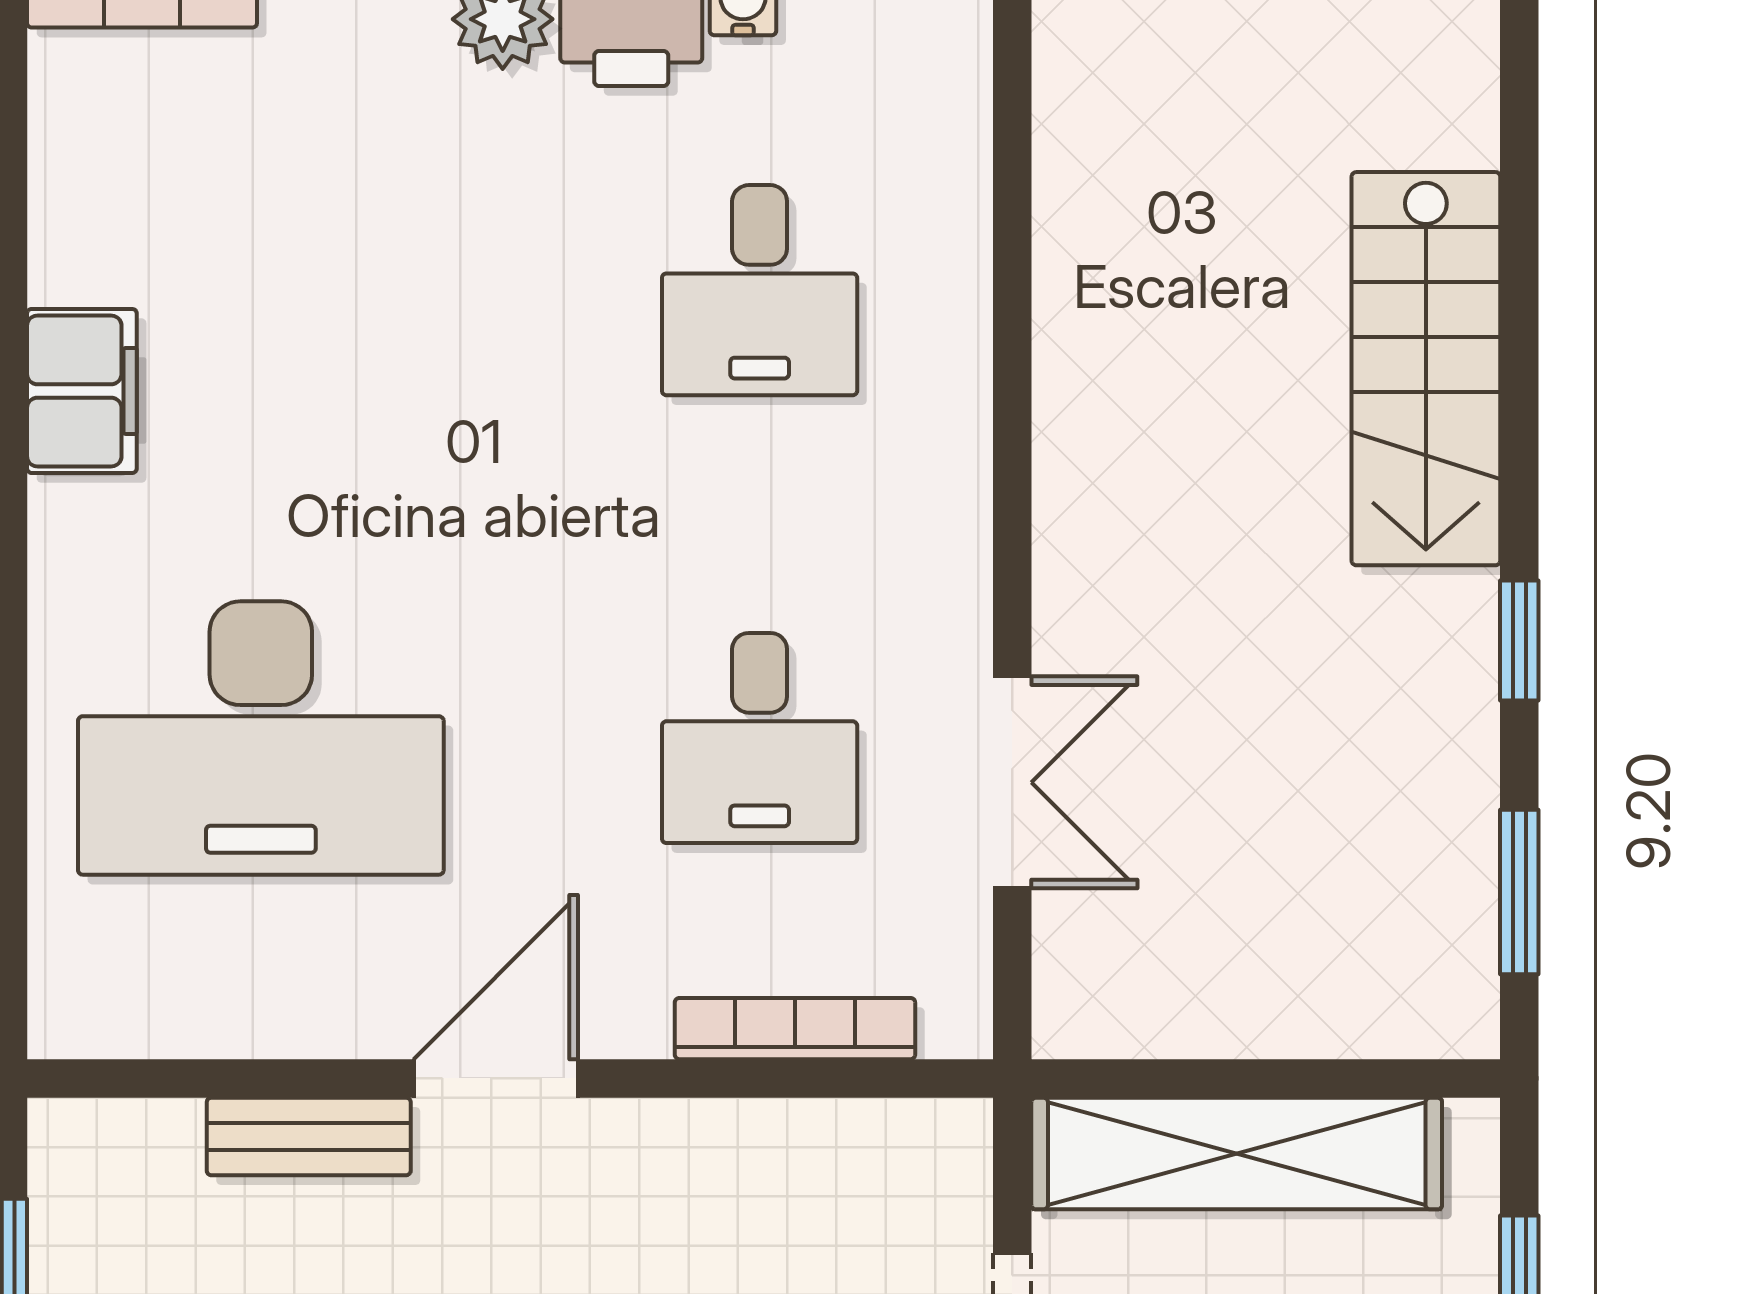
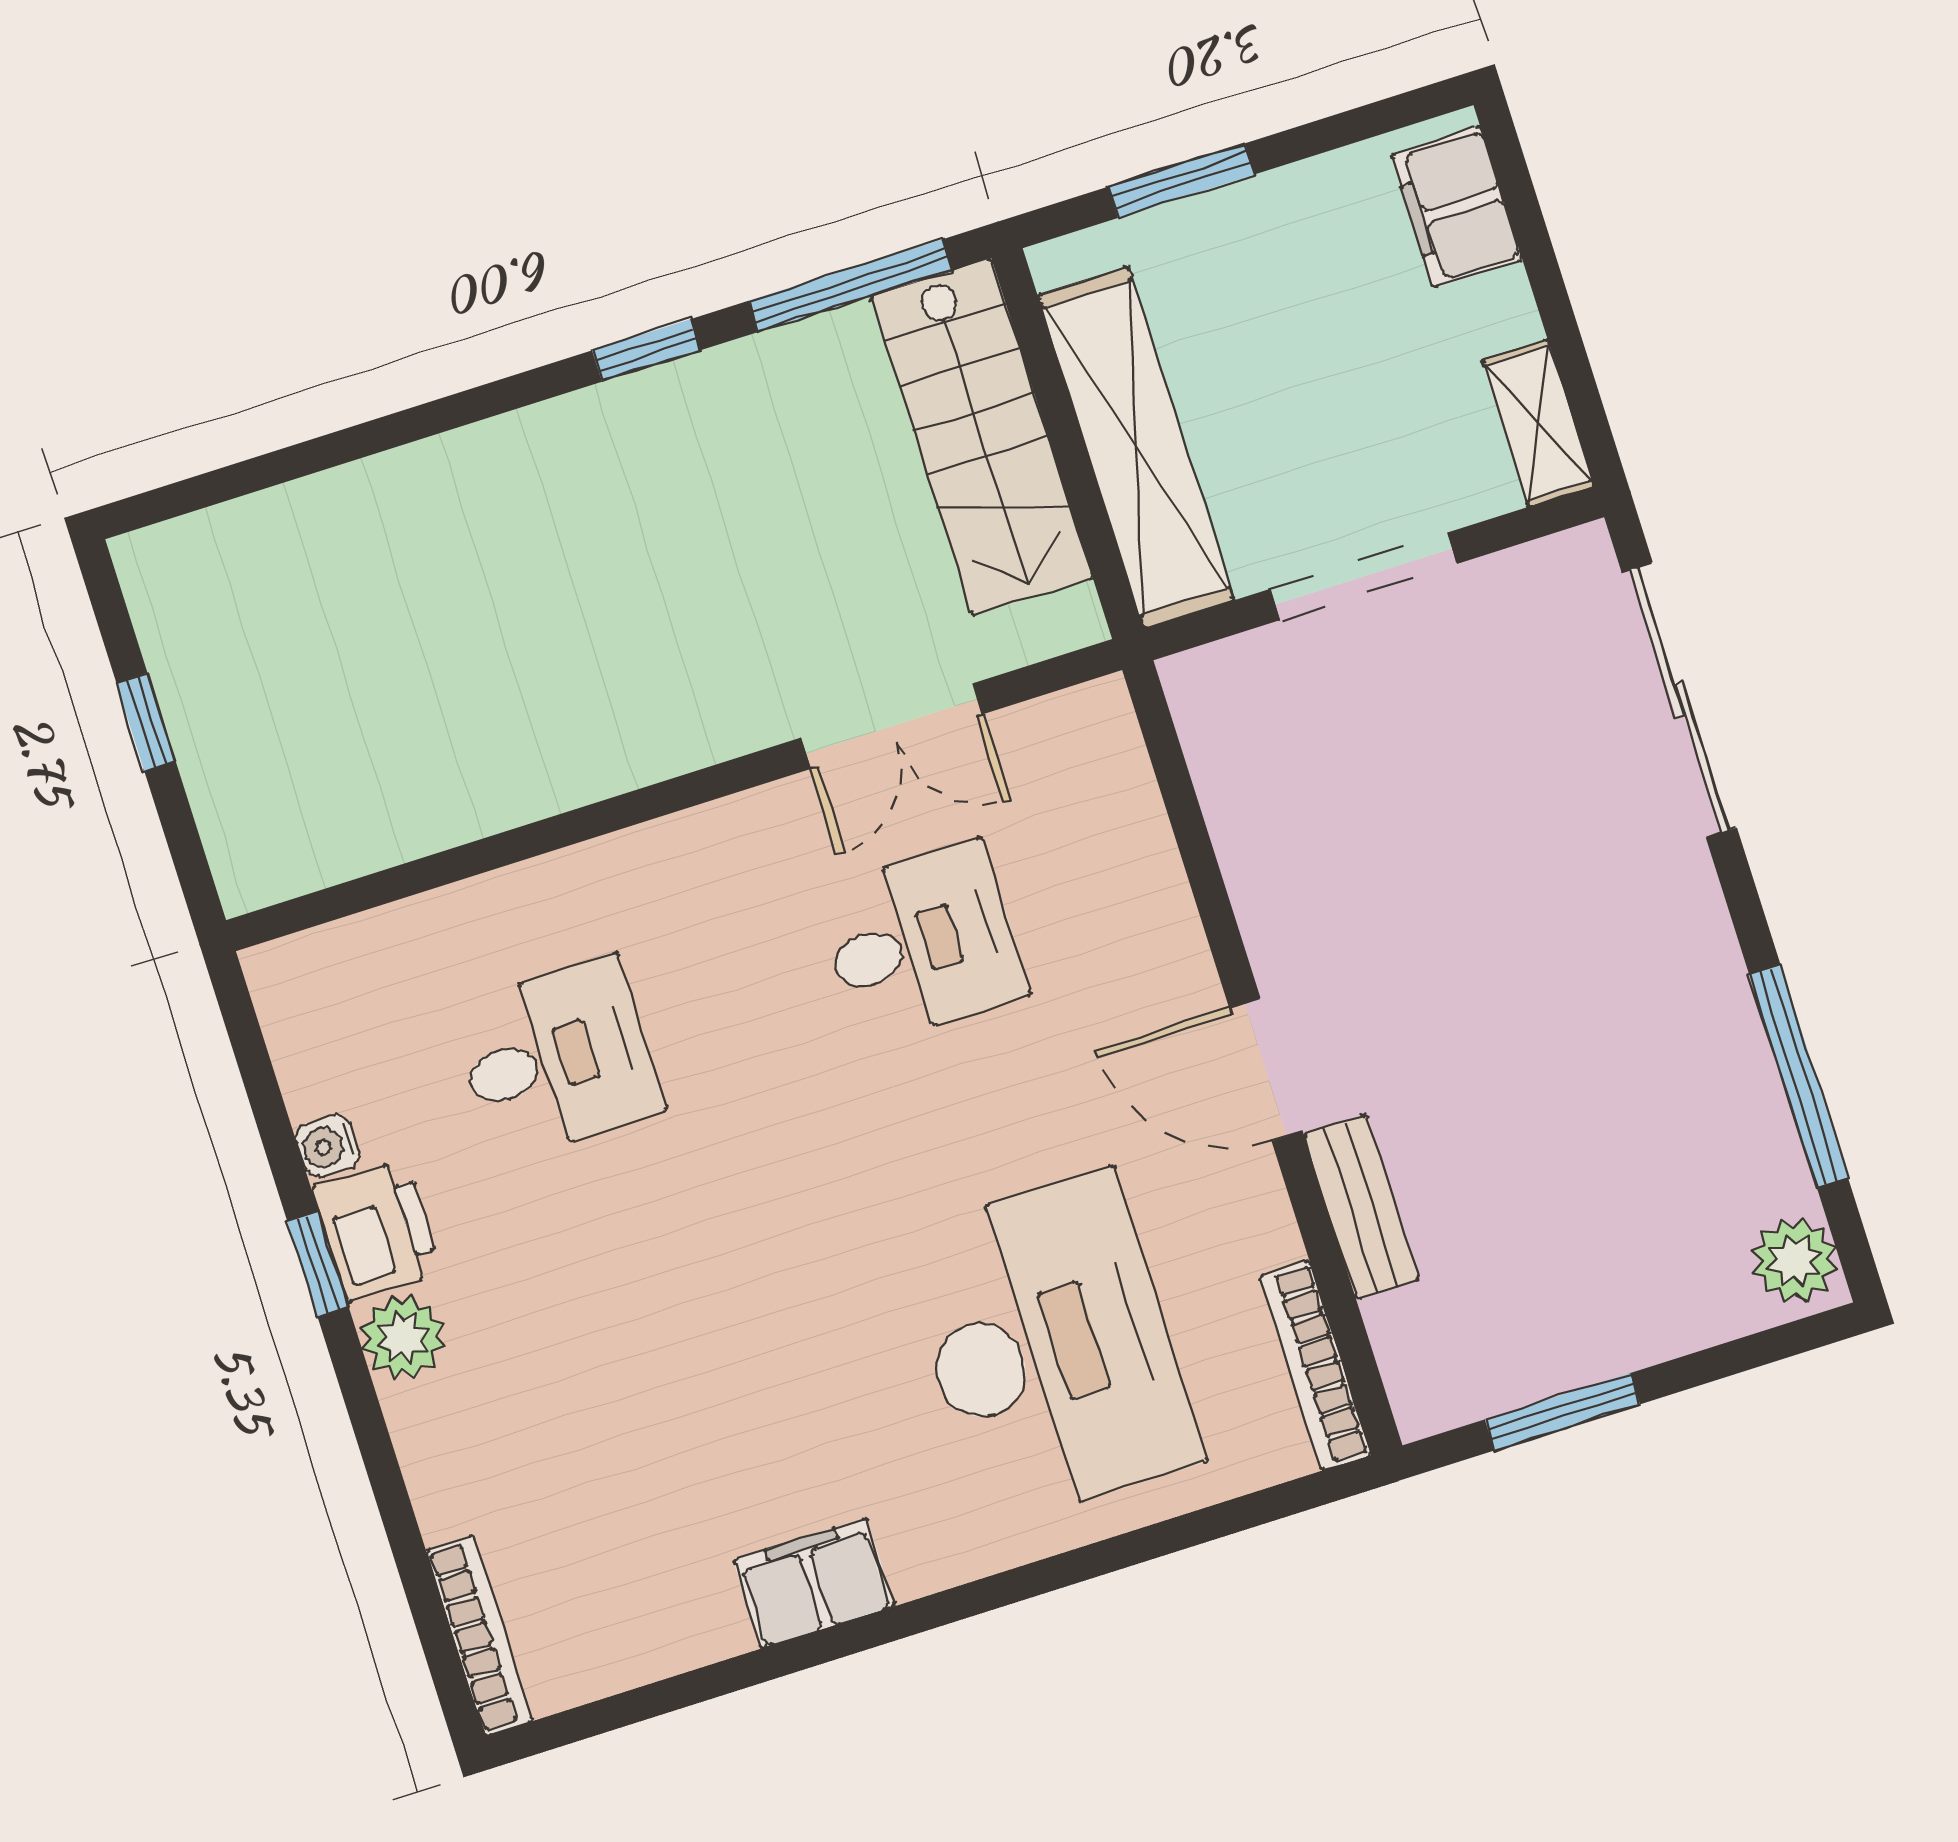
stairs: (1426, 369) -> (982, 437), moved, turned 90
double door: (1012, 782) -> (892, 726), swing flipped
window: (1519, 892) -> (850, 286), width x1.44
bookcase: (795, 1029) -> (1315, 1366), moved

